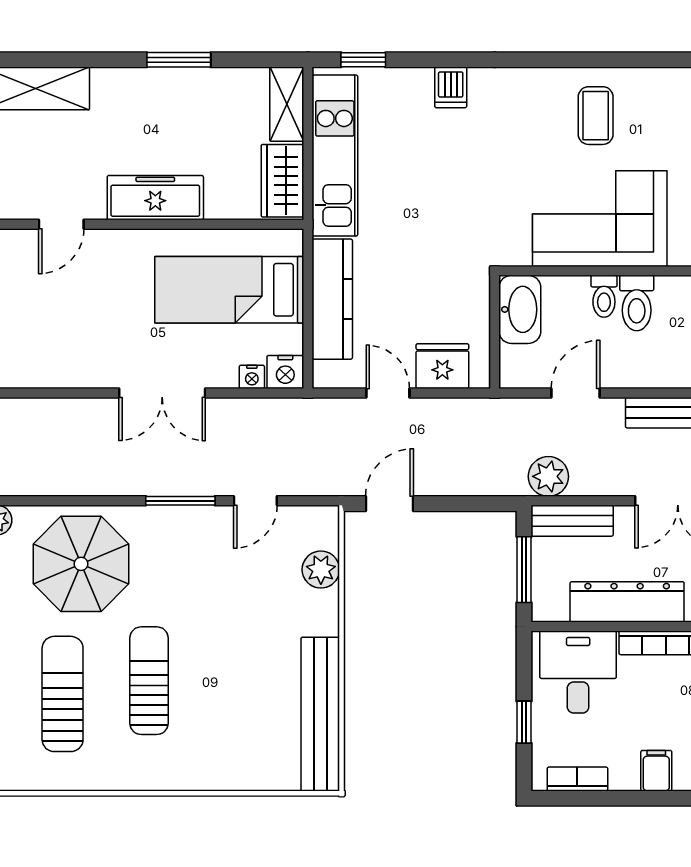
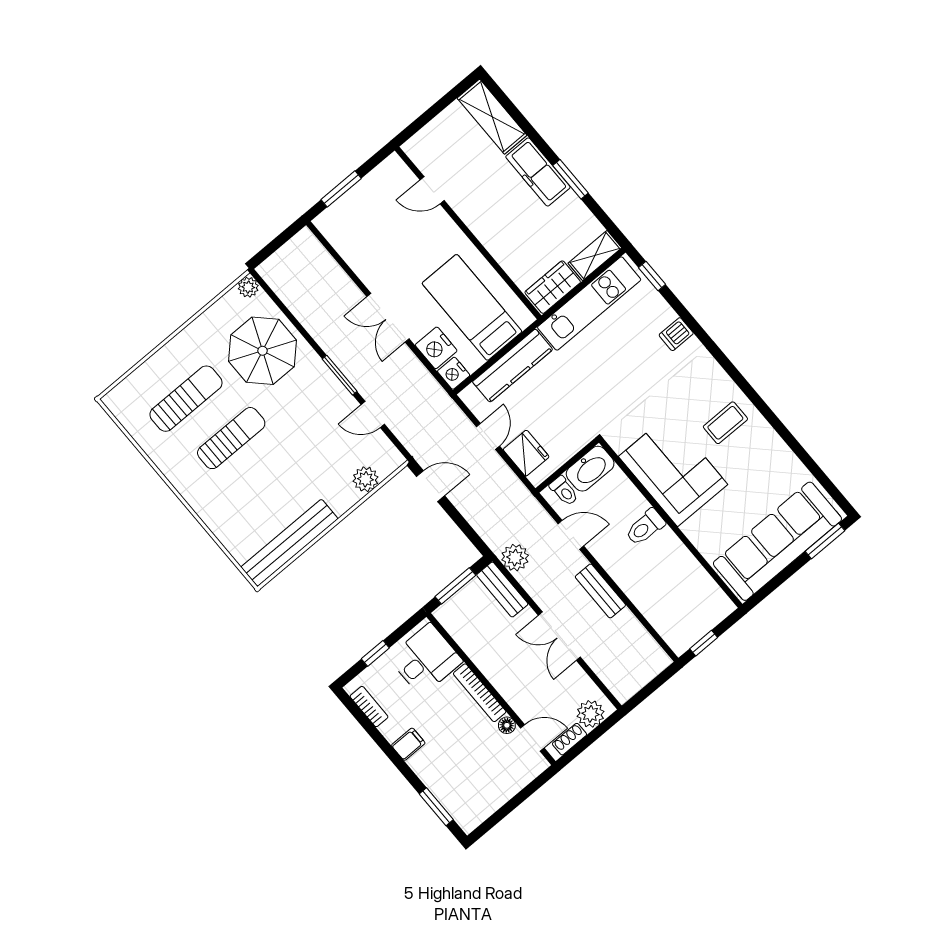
freezer: (155, 198) -> (538, 172), moved, turned 180
toilet: (604, 296) -> (564, 491), moved, turned -90
nightstand: (252, 377) -> (436, 348), width x1.89, depth x1.79
dresser: (627, 602) -> (484, 654), removed

